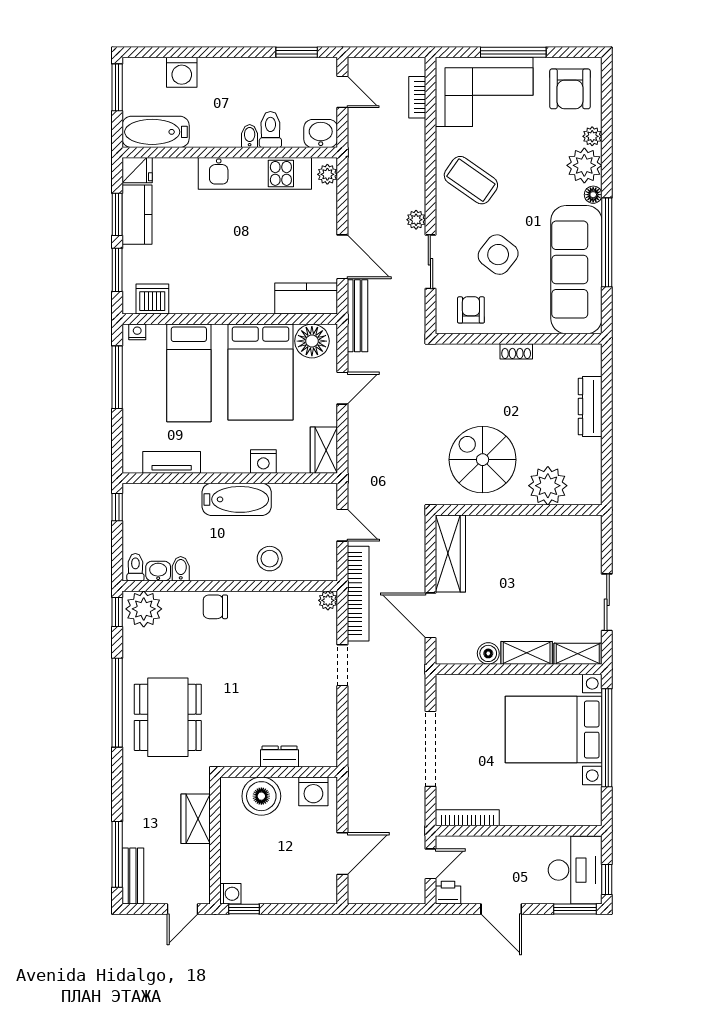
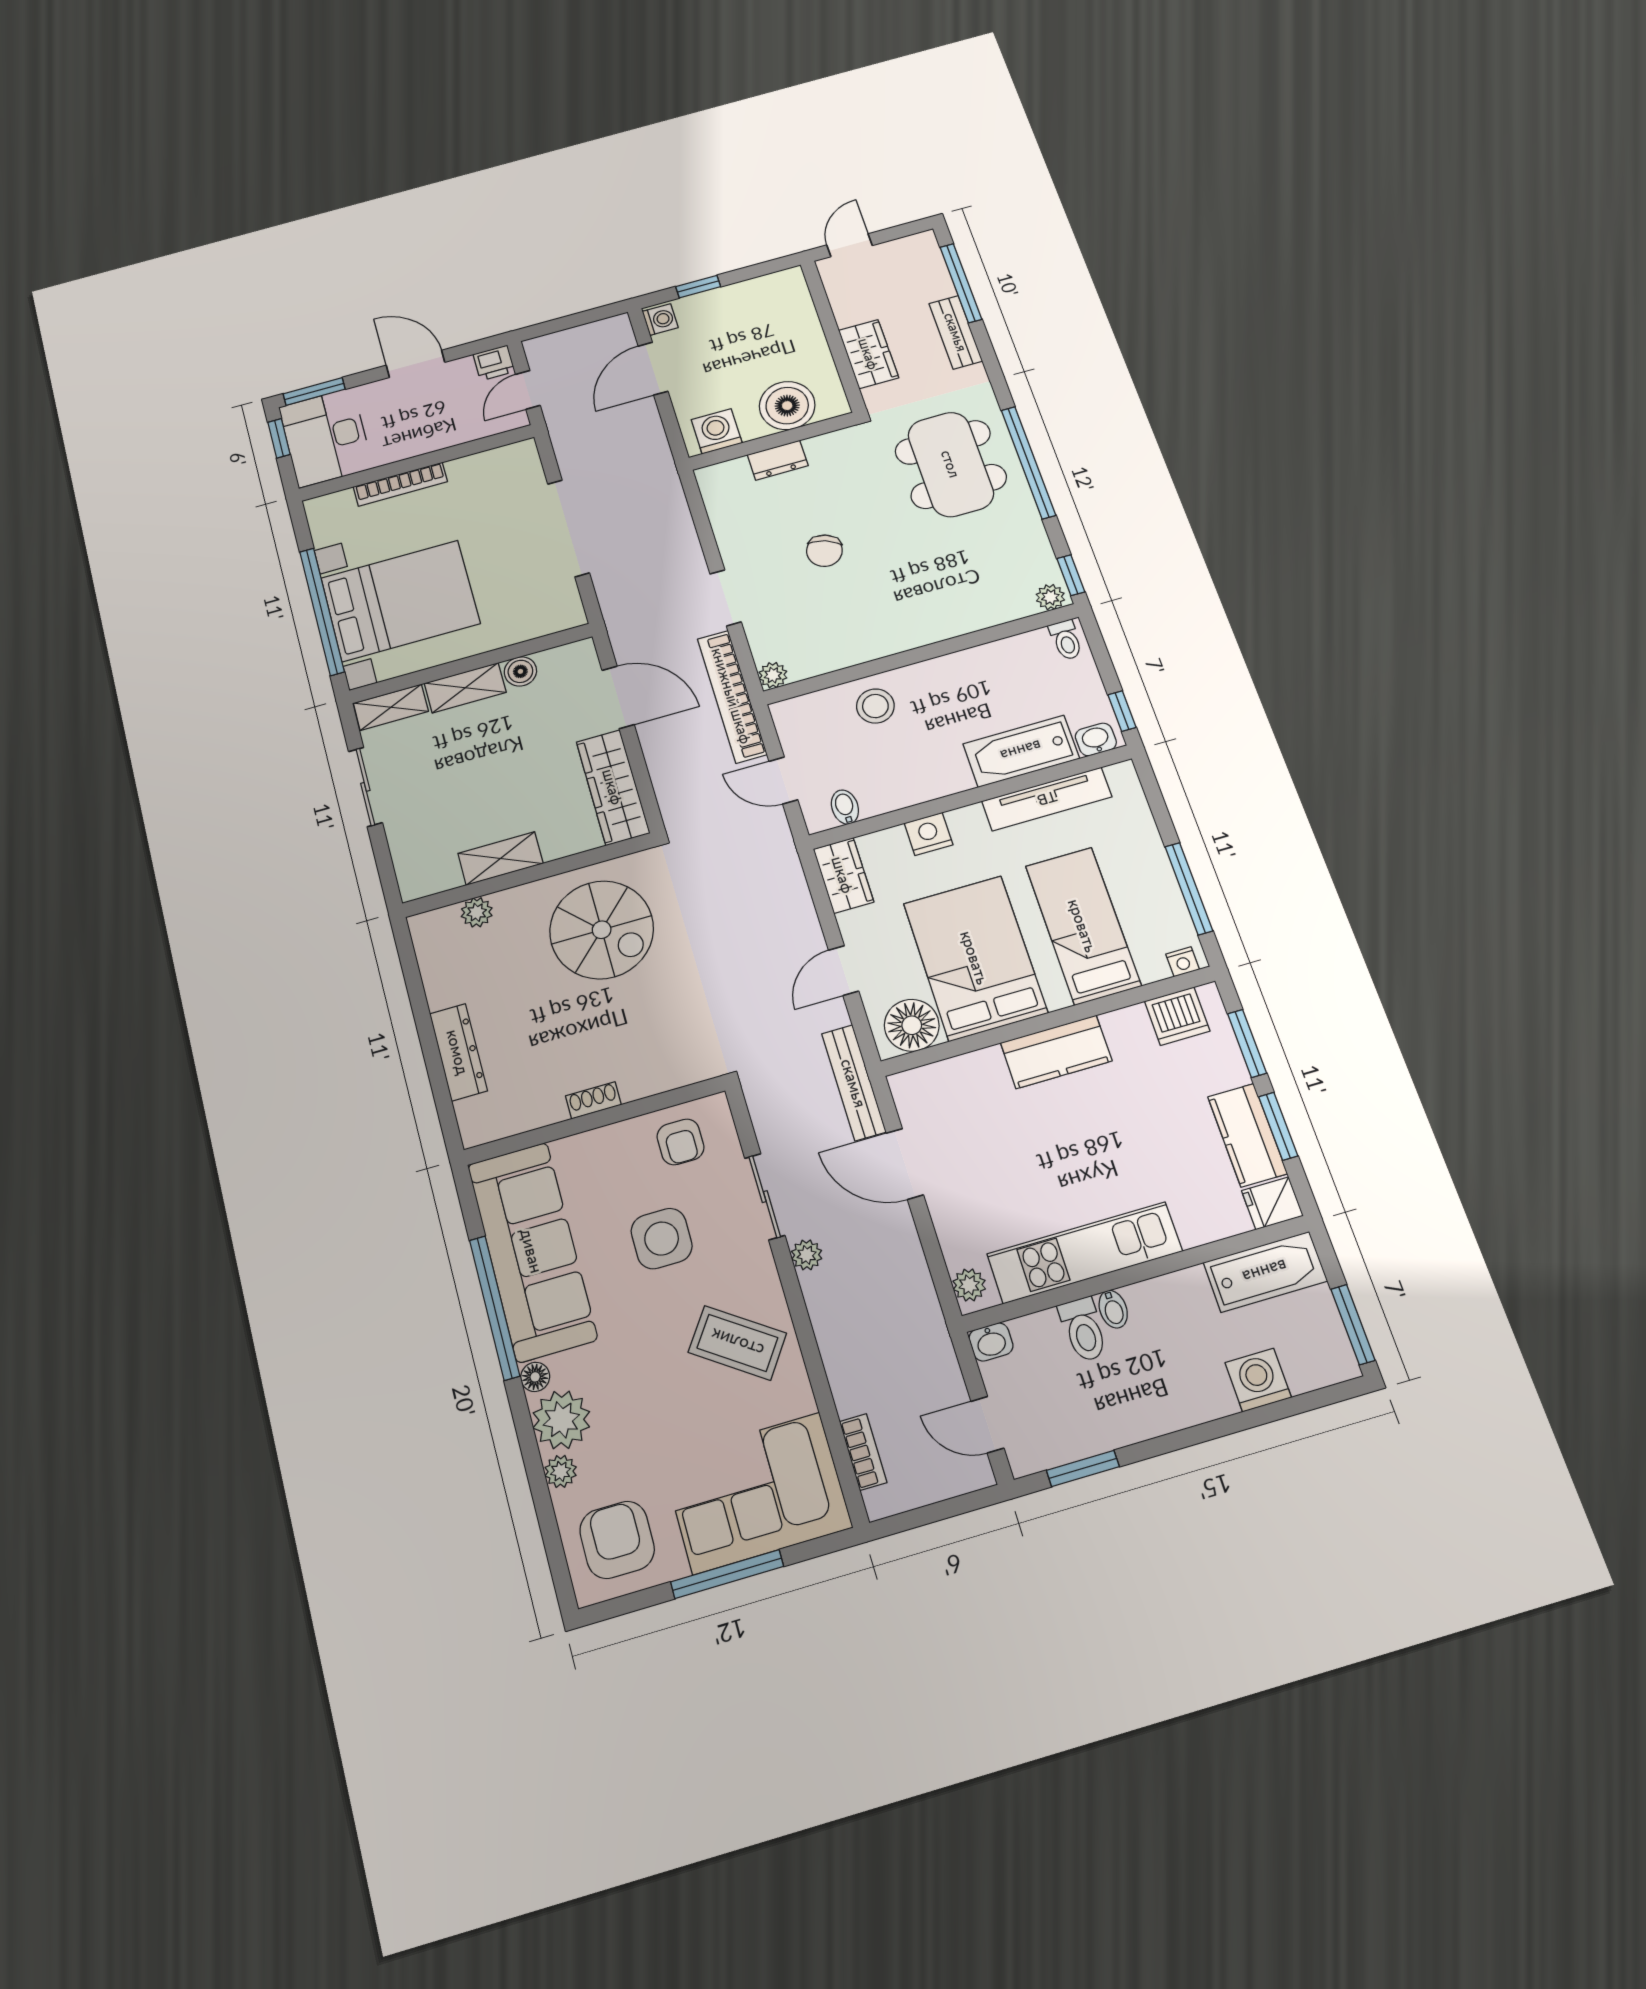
washbasin: (321, 134) -> (991, 1342), width x0.72, depth x0.69
side table: (498, 255) -> (662, 1239), turned -38
kitchen counter: (306, 299) -> (1056, 1052), moved
tv unit: (172, 462) -> (1047, 799), width x1.41
plant: (548, 486) -> (477, 912), width x0.53, depth x0.53
bathtub: (237, 499) -> (1021, 751), moved
shelving: (533, 527) -> (501, 858), added
bidet: (181, 569) -> (845, 807), moved, turned 180
washbasin: (158, 571) -> (1096, 739), moved, turned 180
chair: (215, 607) -> (824, 551), moved, turned 110
plant: (144, 609) -> (1050, 597), width x0.53, depth x0.53
bookcase: (467, 818) -> (400, 484), moved
bench: (133, 876) -> (956, 332), moved
washing machine: (230, 894) -> (660, 319), moved, turned 180
window: (244, 909) -> (698, 287), moved

